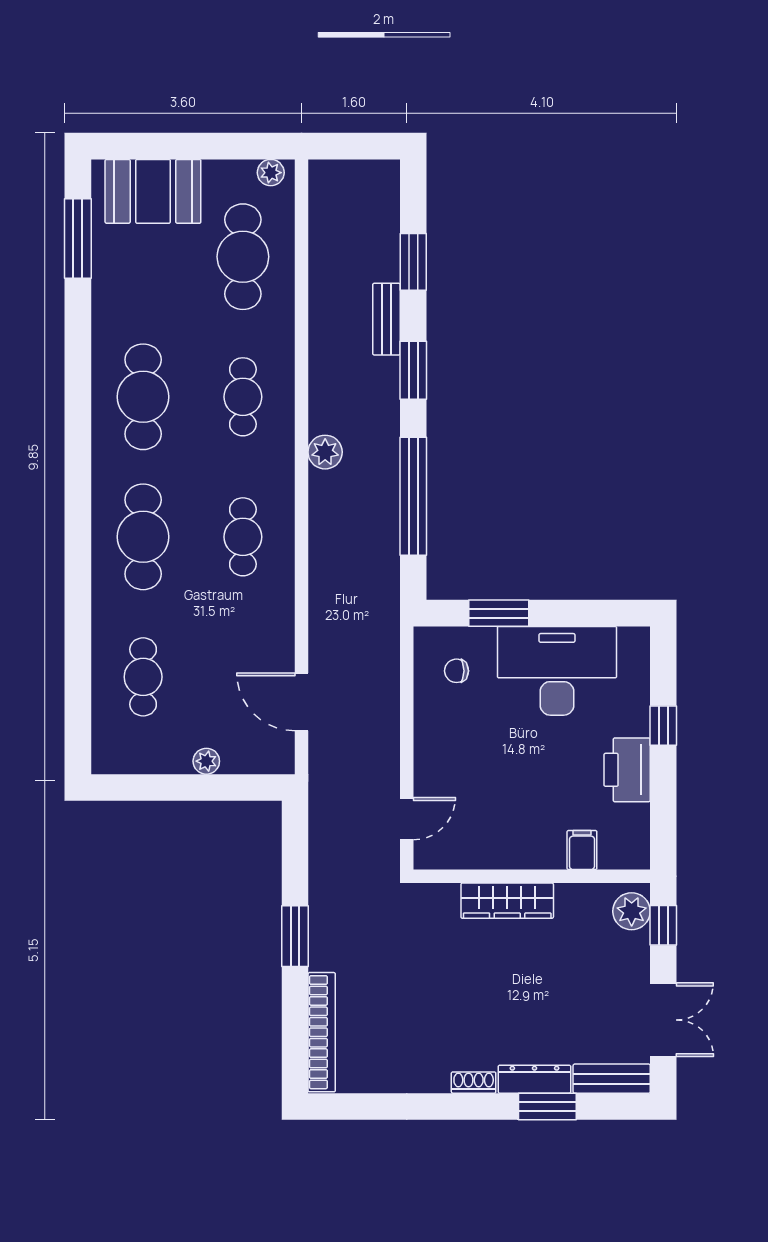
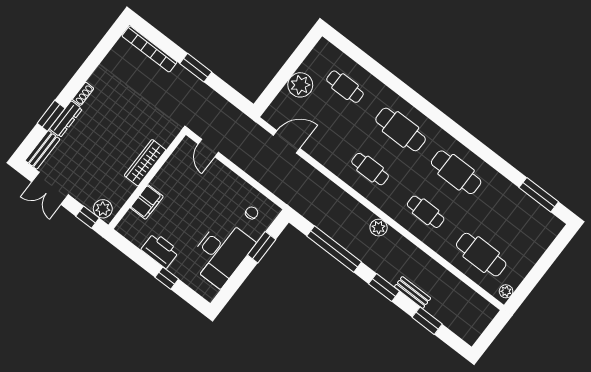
booth: (153, 191) -> (535, 239), removed
plant: (206, 761) -> (300, 85), width x1.87, depth x1.87
filing cabinet: (582, 850) -> (147, 202), width x2.00

